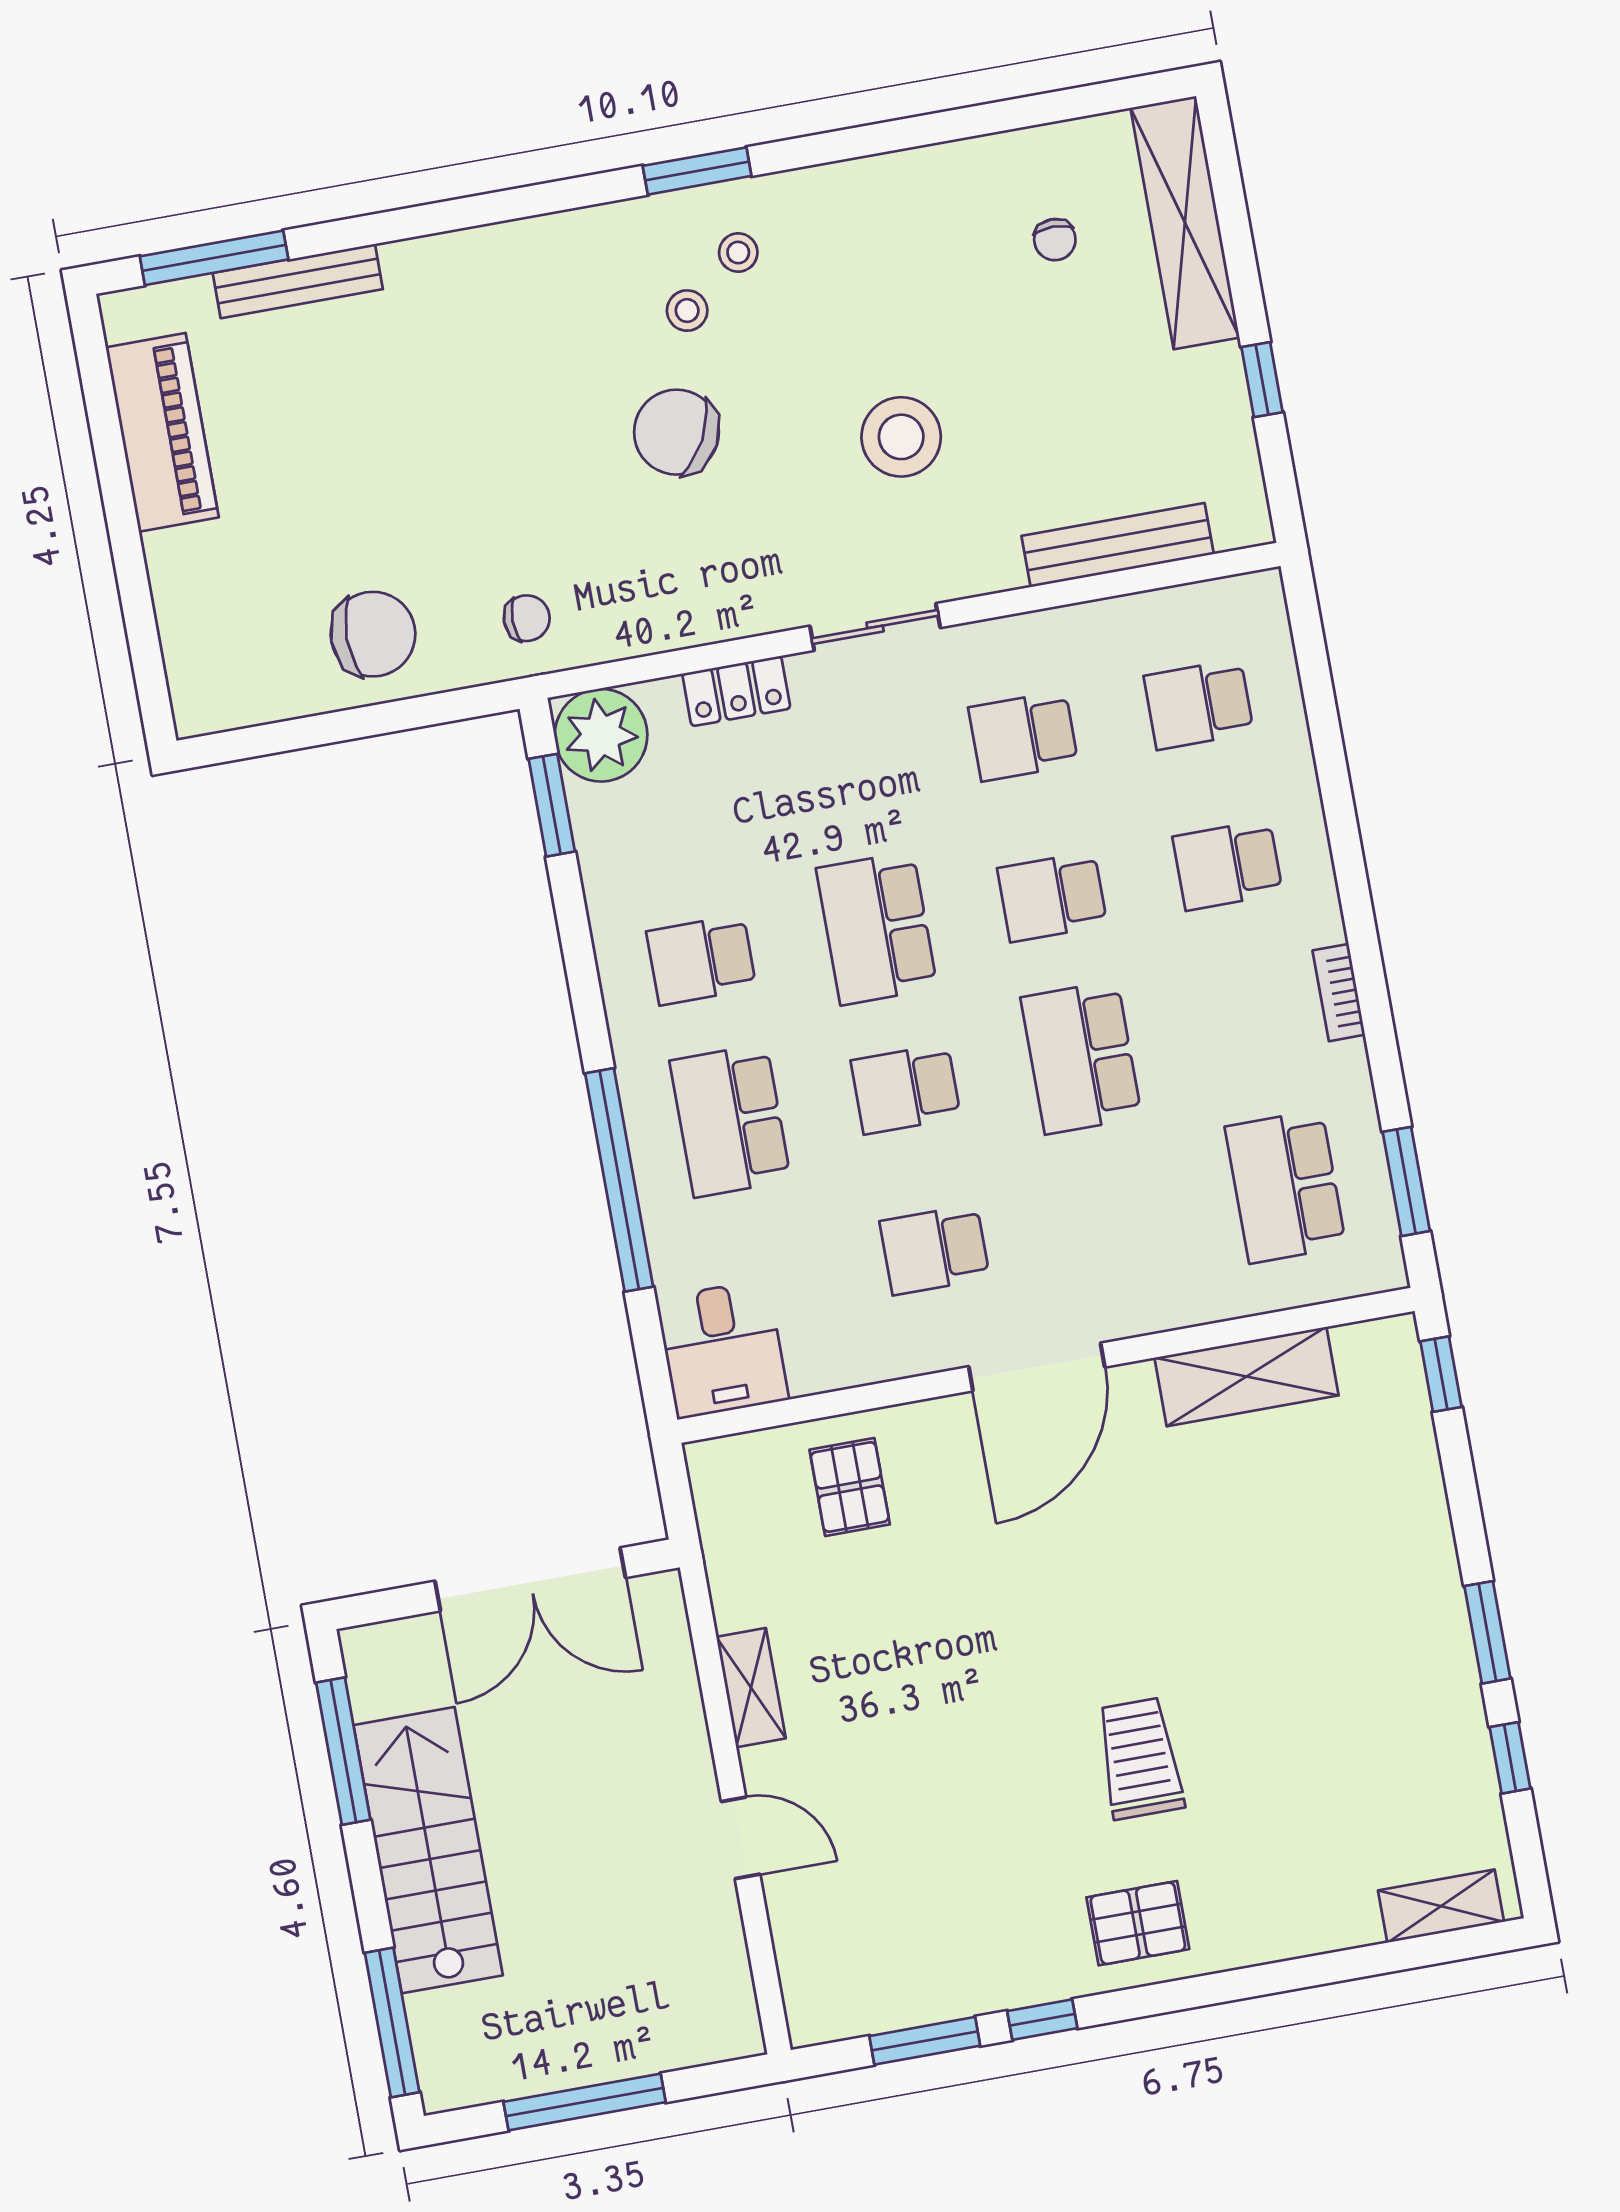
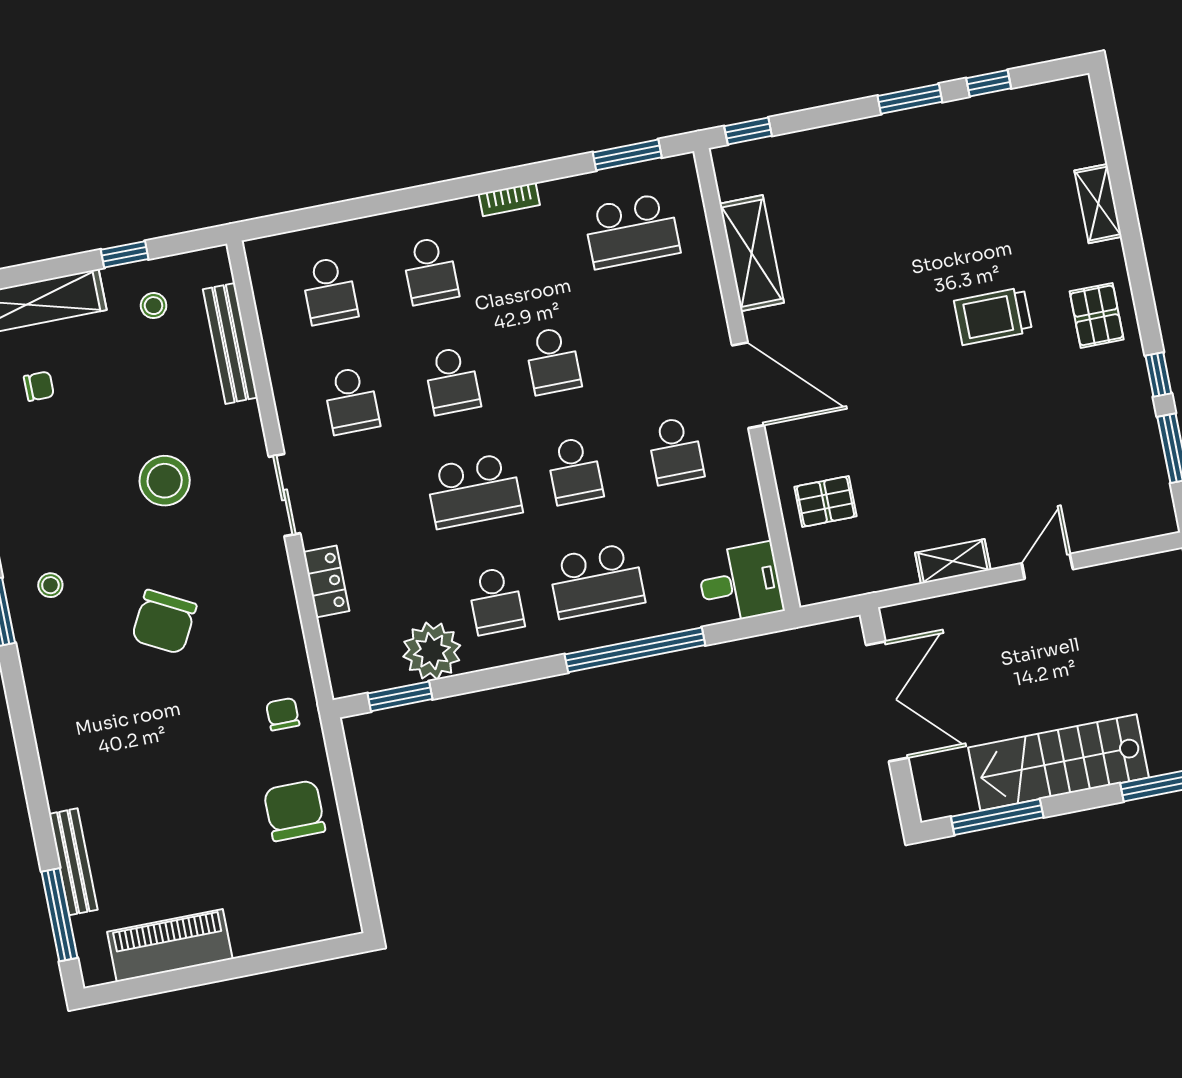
stool: (687, 311) -> (154, 306), moved
plant: (601, 735) -> (432, 651), moved
school desk: (1081, 1057) -> (553, 361), width x0.54
shelving: (1441, 1906) -> (1098, 204), moved

